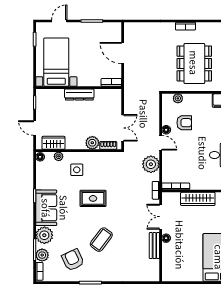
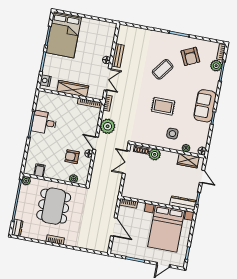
bed with nightstands: (56, 62) -> (166, 229), width x1.36
dresser: (79, 94) -> (183, 203), moved
plant: (44, 235) -> (211, 82), removed

